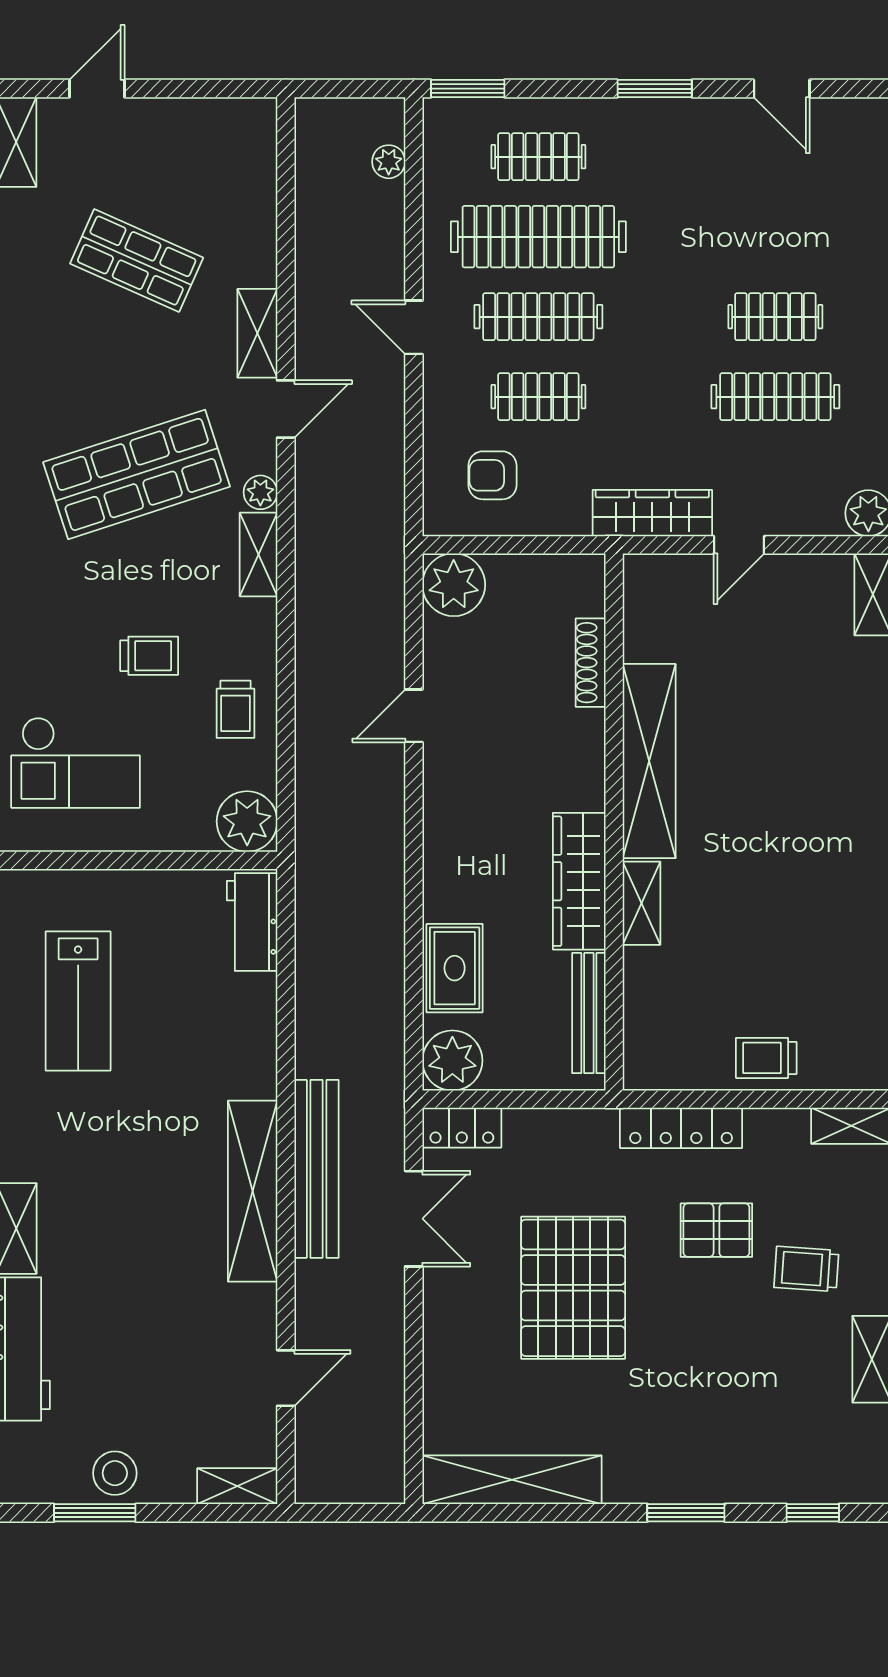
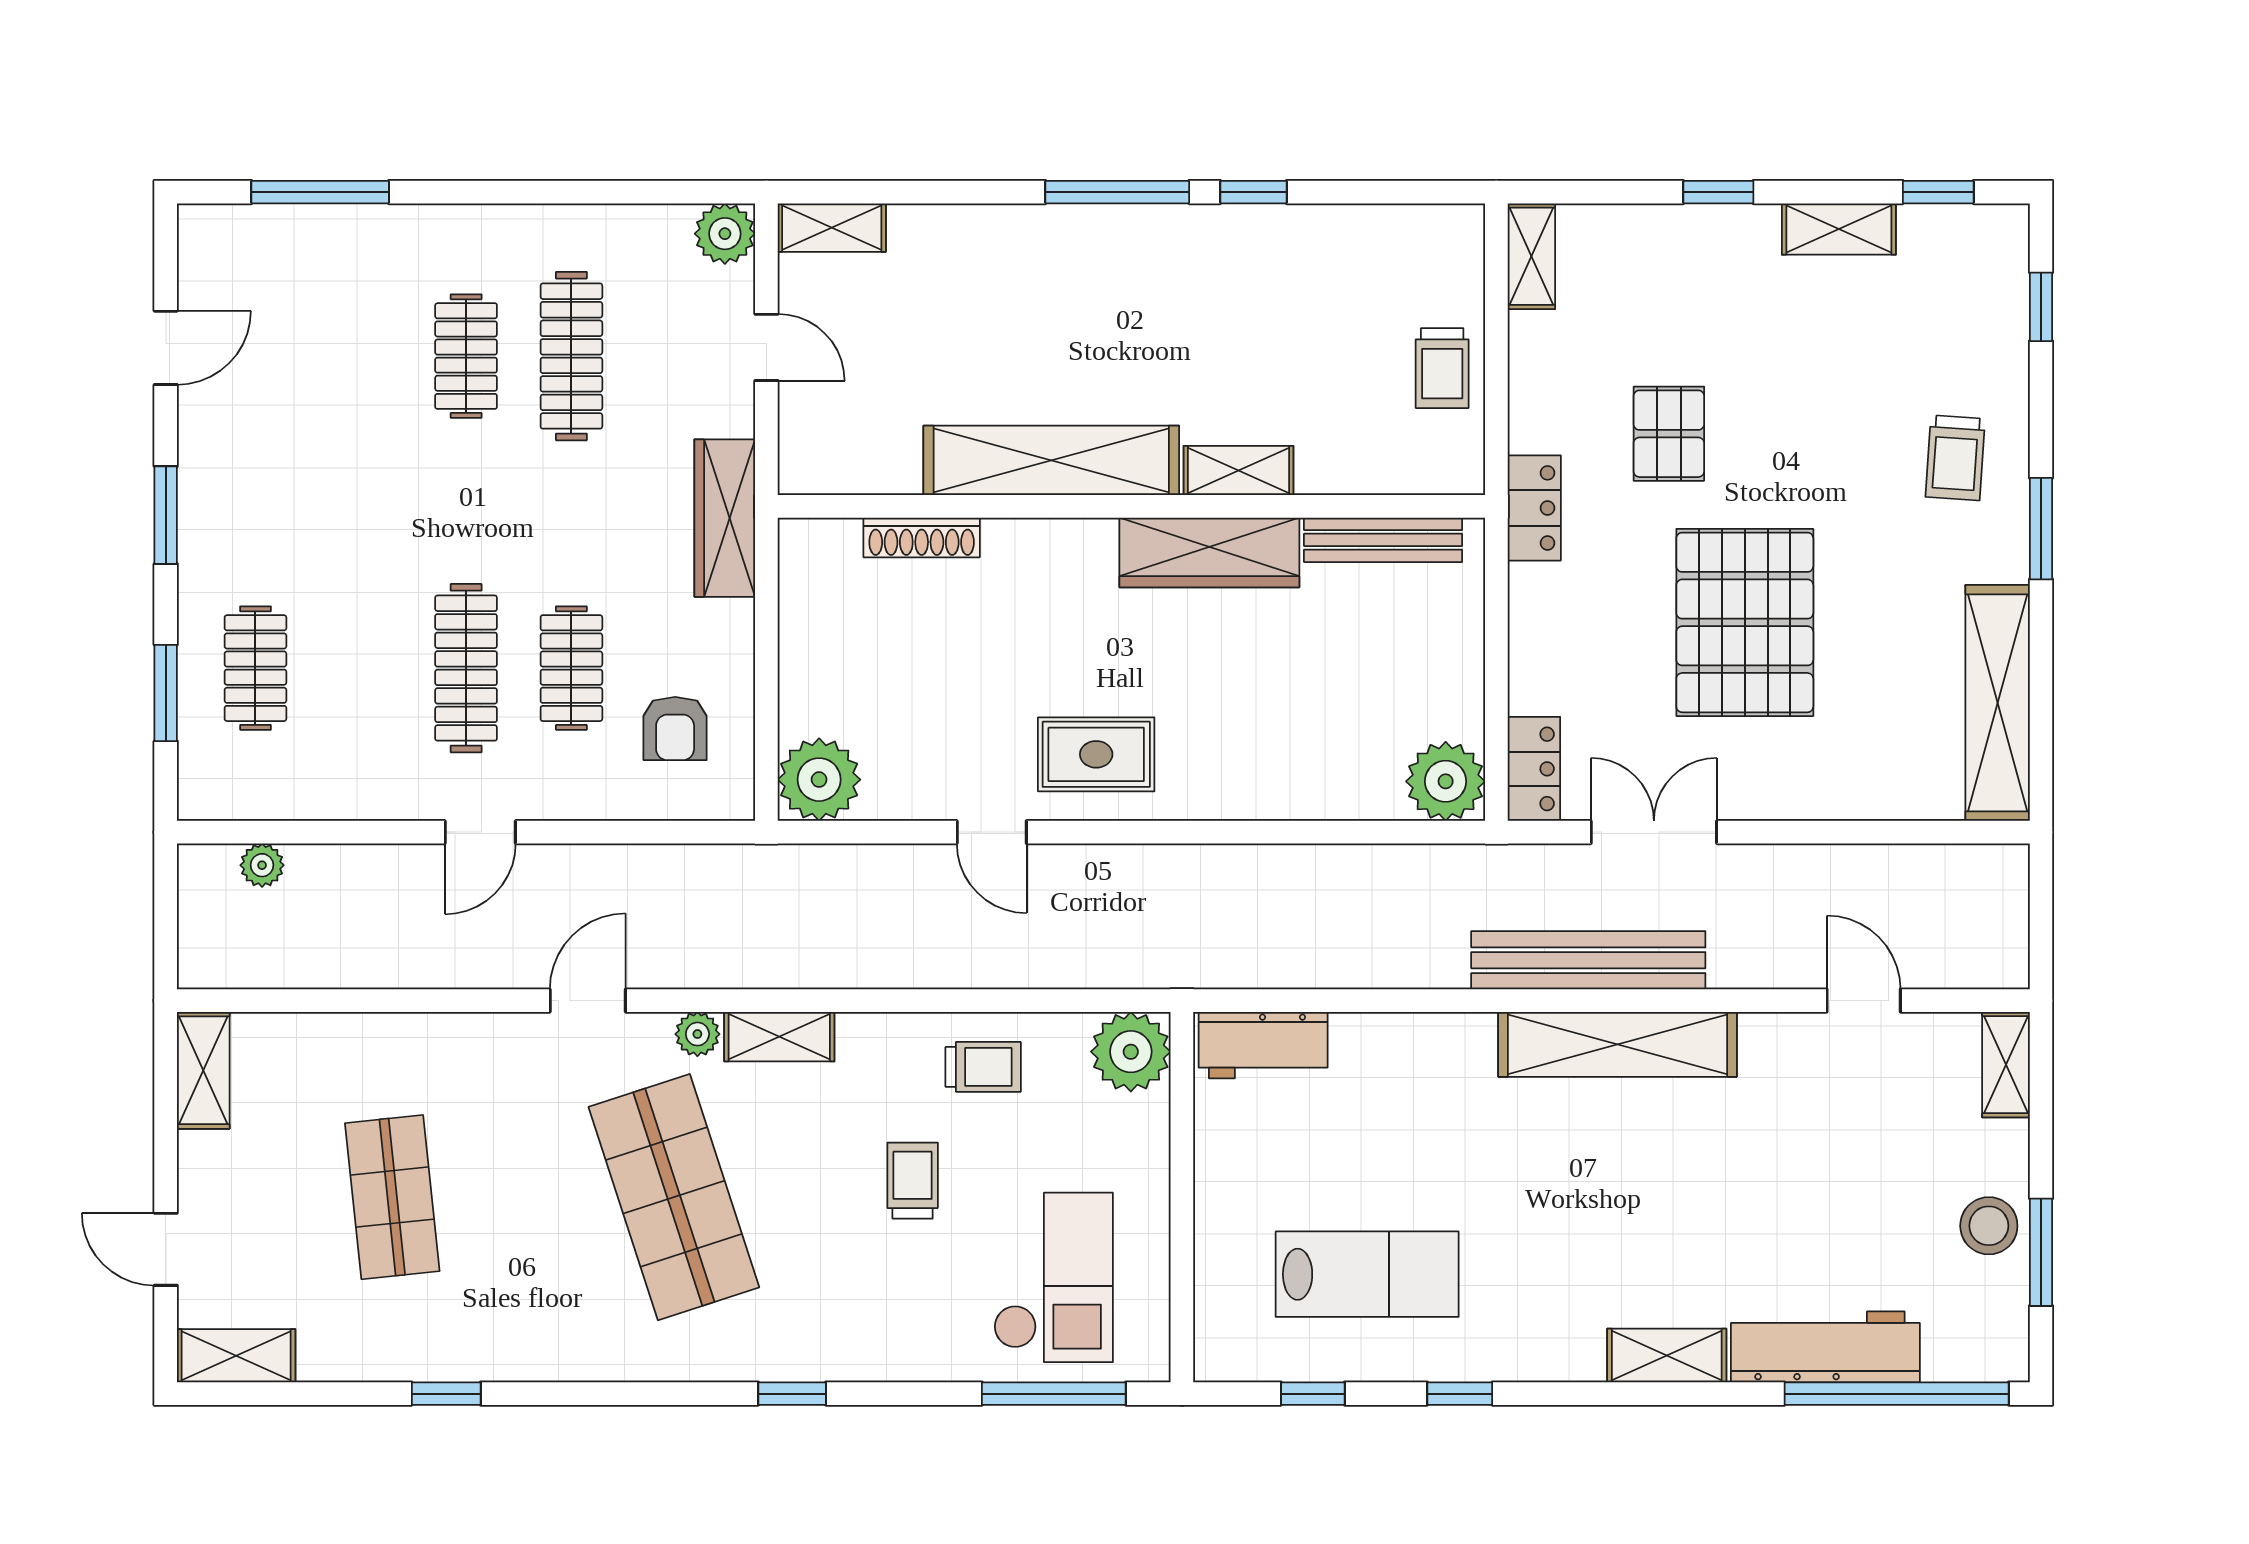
window: (468, 89) -> (166, 693), moved
clothes rail: (538, 237) -> (361, 668), removed
shop shelf: (137, 261) -> (392, 1197), turned -30
shelving: (257, 333) -> (203, 1070), moved, turned 90
door: (286, 409) -> (588, 1001), hinge flipped
door: (739, 545) -> (766, 347), moved
shoe rack: (591, 663) -> (922, 537), moved
shelving: (649, 761) -> (1051, 460), moved
wall: (614, 822) -> (1131, 506), moved
wardrobe: (579, 881) -> (1209, 553), moved
shelving: (642, 903) -> (1239, 471), moved
rug: (455, 968) -> (1096, 754), moved
bench: (589, 1013) -> (1383, 540), moved
locker: (681, 1128) -> (1534, 508), width x0.66
trolley: (806, 1269) -> (1955, 458), moved
pallet: (573, 1288) -> (1745, 622), turned 90
window: (686, 1513) -> (2041, 529), moved

